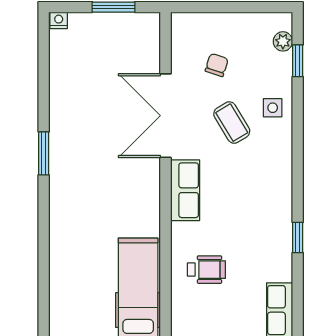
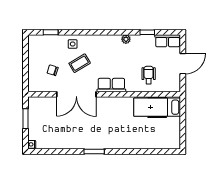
plant: (283, 41) -> (126, 39), moved
window: (298, 238) -> (147, 32), moved

